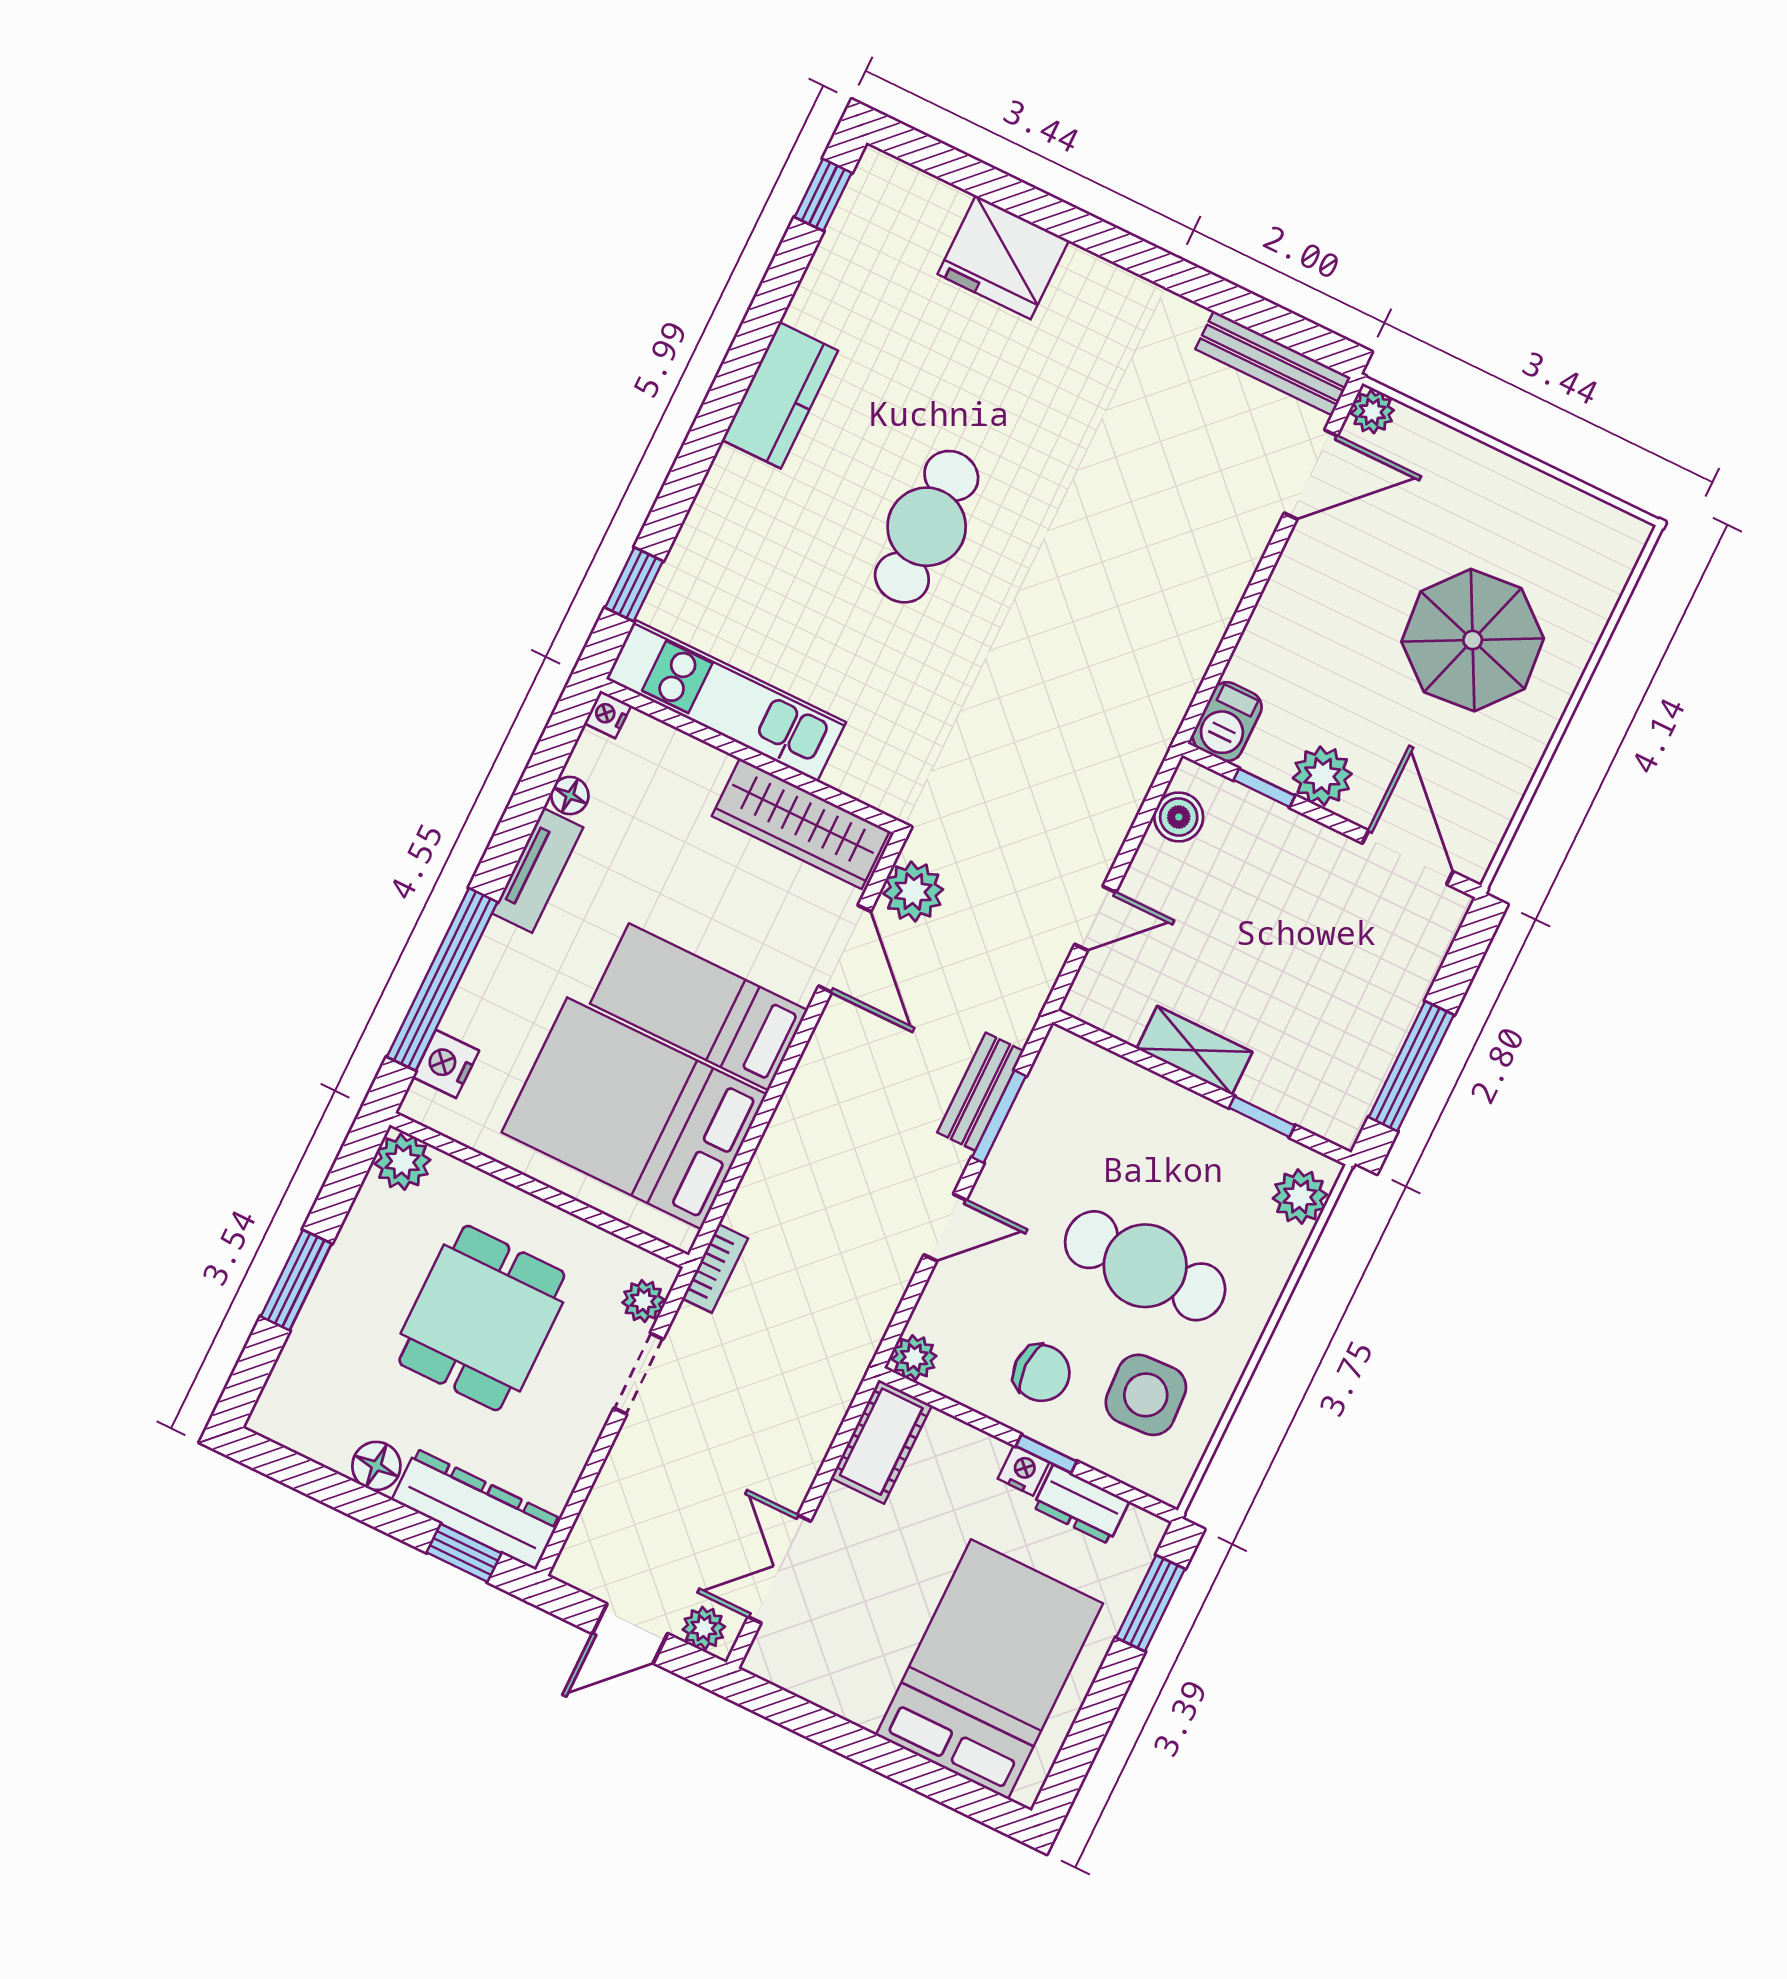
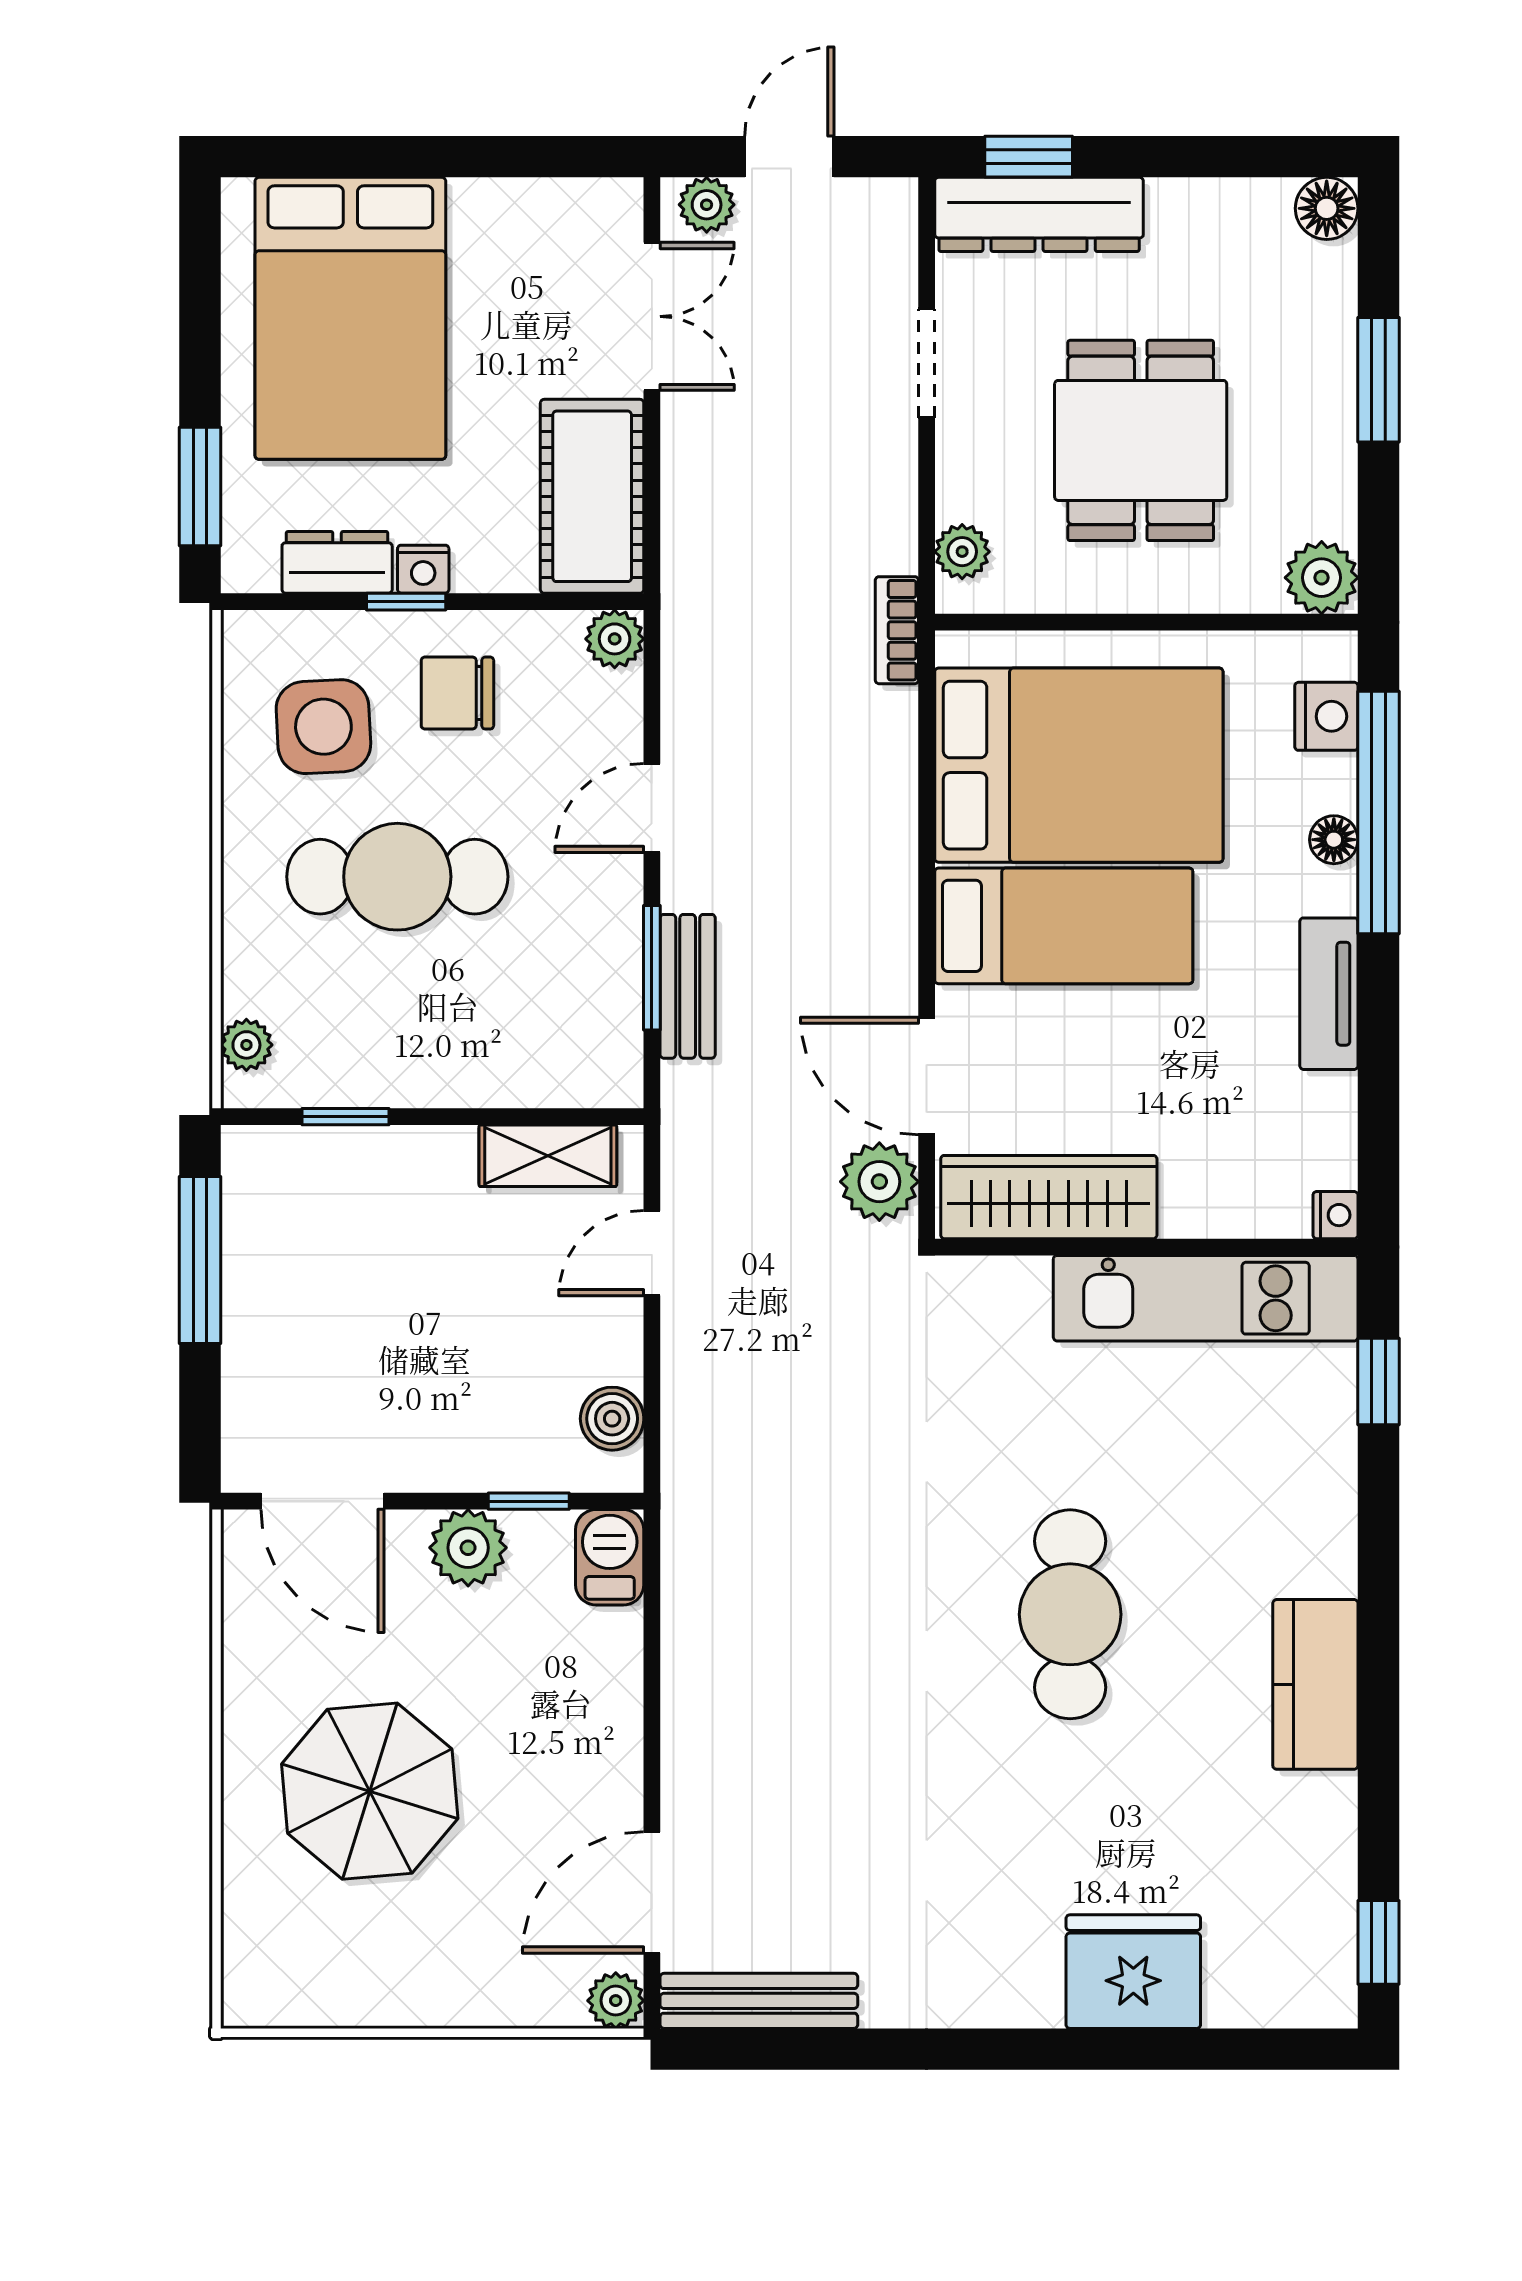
floor lamp: (570, 796) -> (1334, 840), moved
shelving: (1194, 1050) -> (548, 1156), moved
plant: (1300, 1197) -> (246, 1045), width x0.73, depth x0.73
doorway: (639, 1374) -> (927, 363), moved
cot: (881, 1442) -> (592, 496), width x1.37, depth x1.34
floor lamp: (376, 1466) -> (1327, 208), moved

